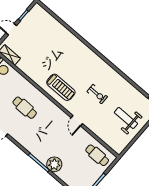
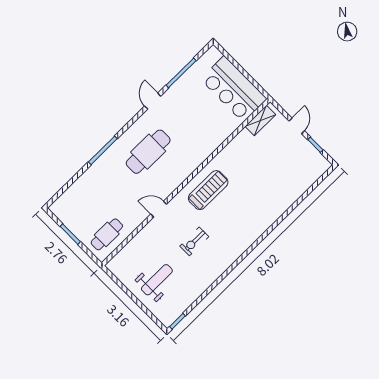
treadmill: (61, 87) -> (208, 190), turned 180
cafe table: (25, 108) -> (148, 152), moved, width x1.37, depth x1.35
plant: (54, 164) -> (99, 172), removed

